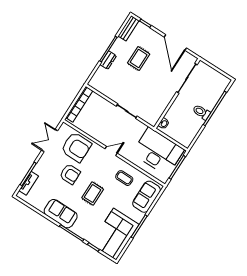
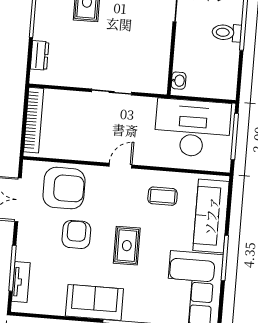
dresser: (108, 60) -> (40, 55), moved
armchair: (70, 174) -> (76, 234), turned -90
sofa: (147, 197) -> (211, 216), width x1.36

